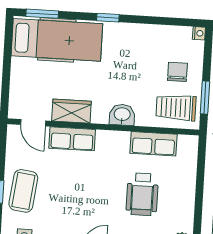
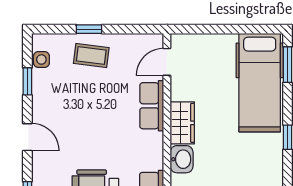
wardrobe: (71, 111) -> (182, 123), moved
coffee table: (23, 191) -> (91, 56), width x0.73, depth x0.77

